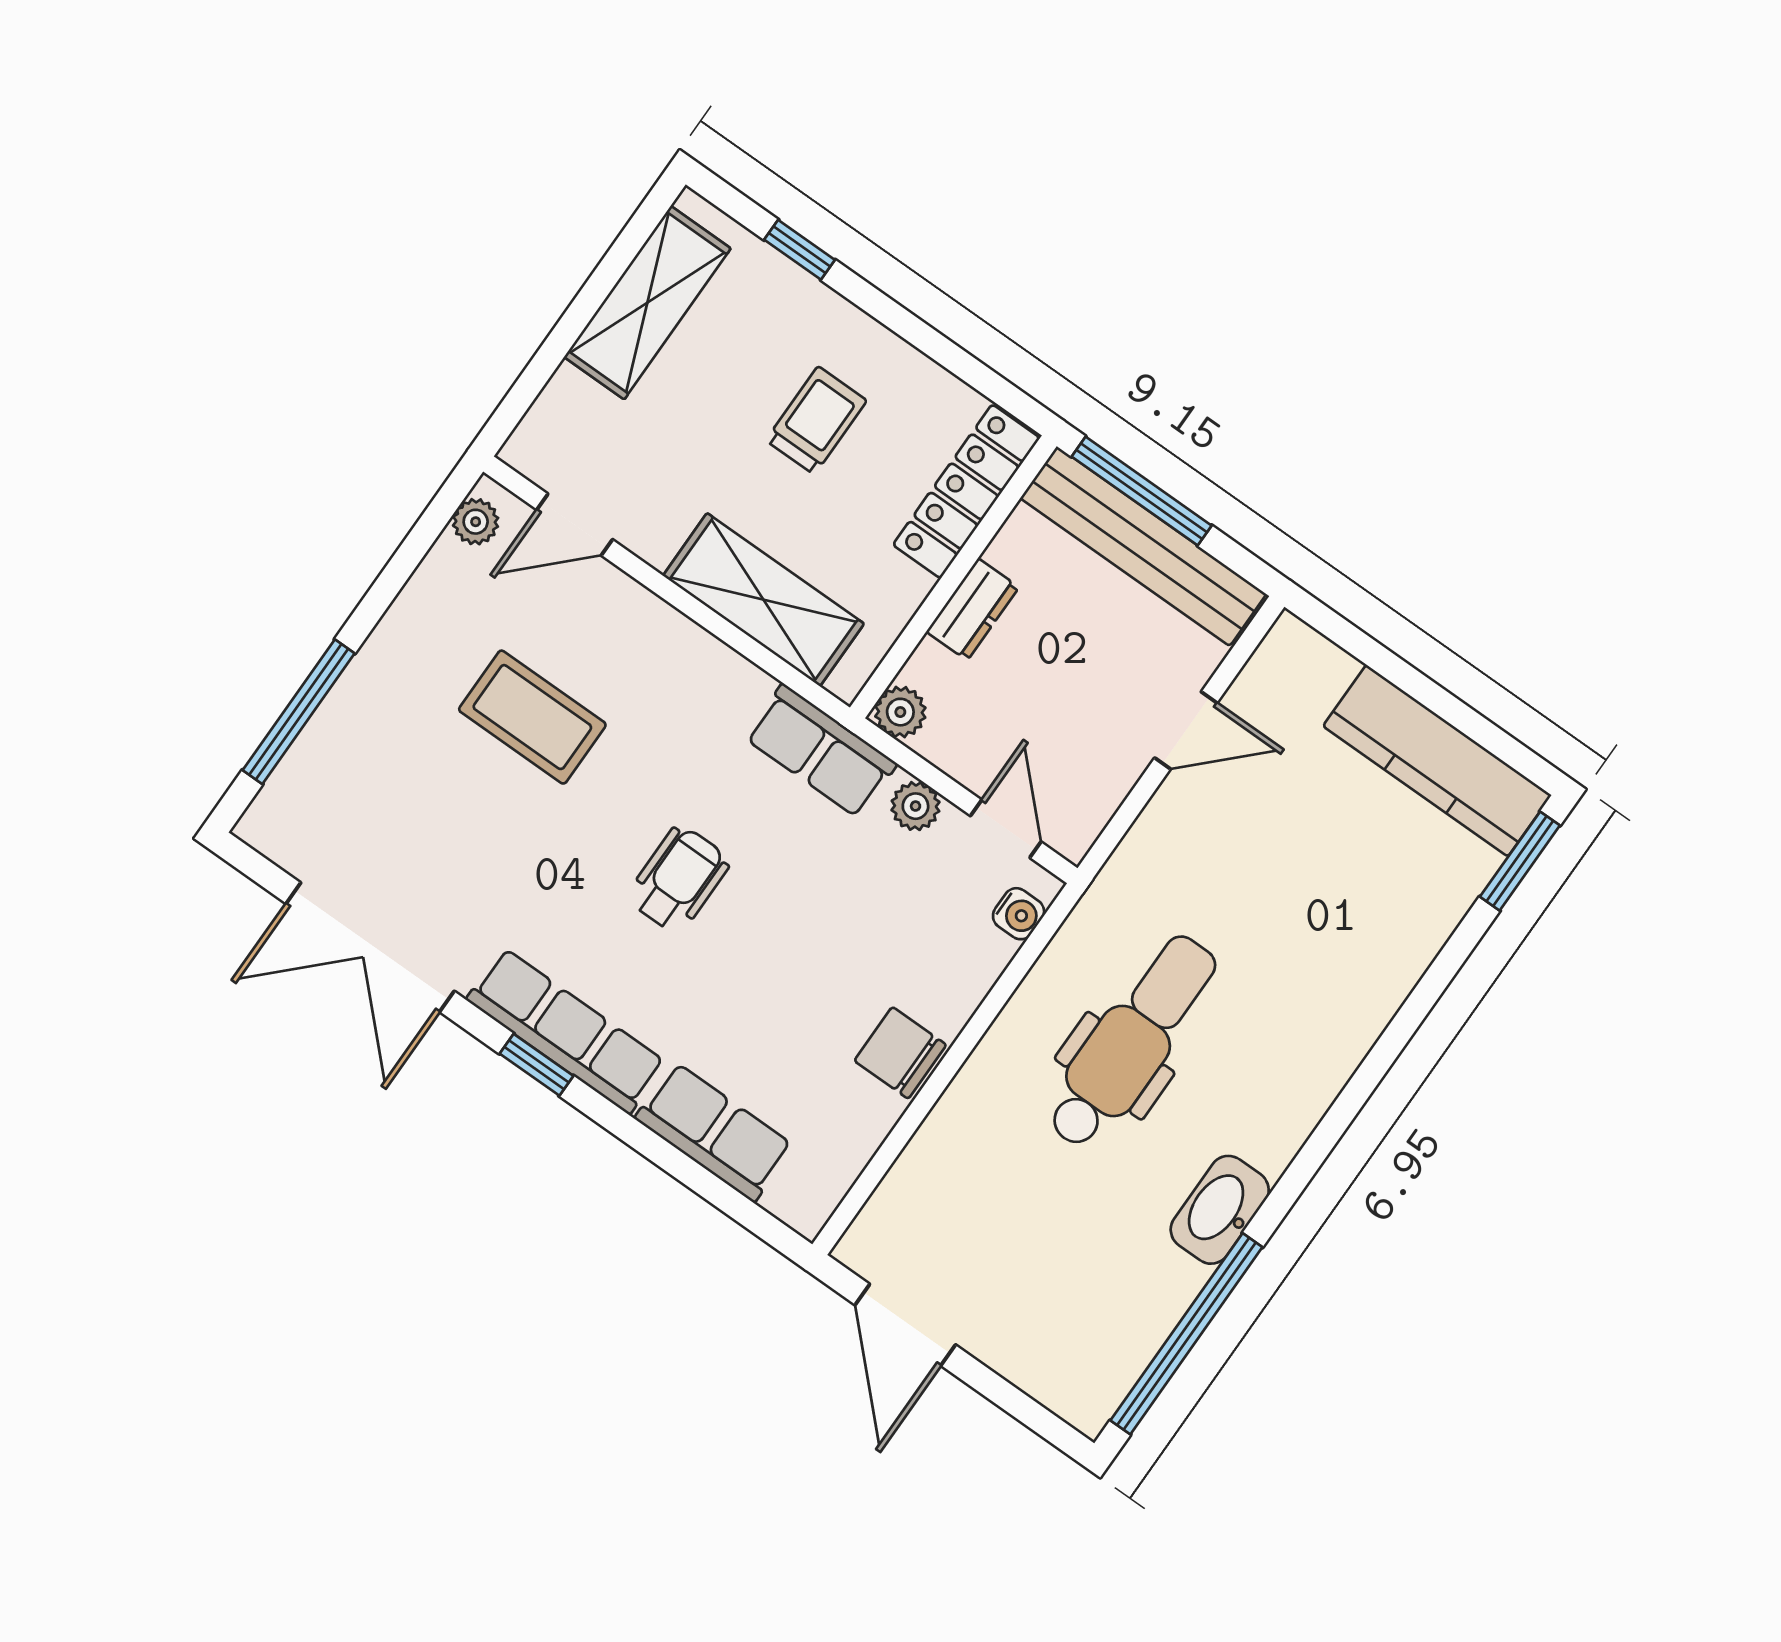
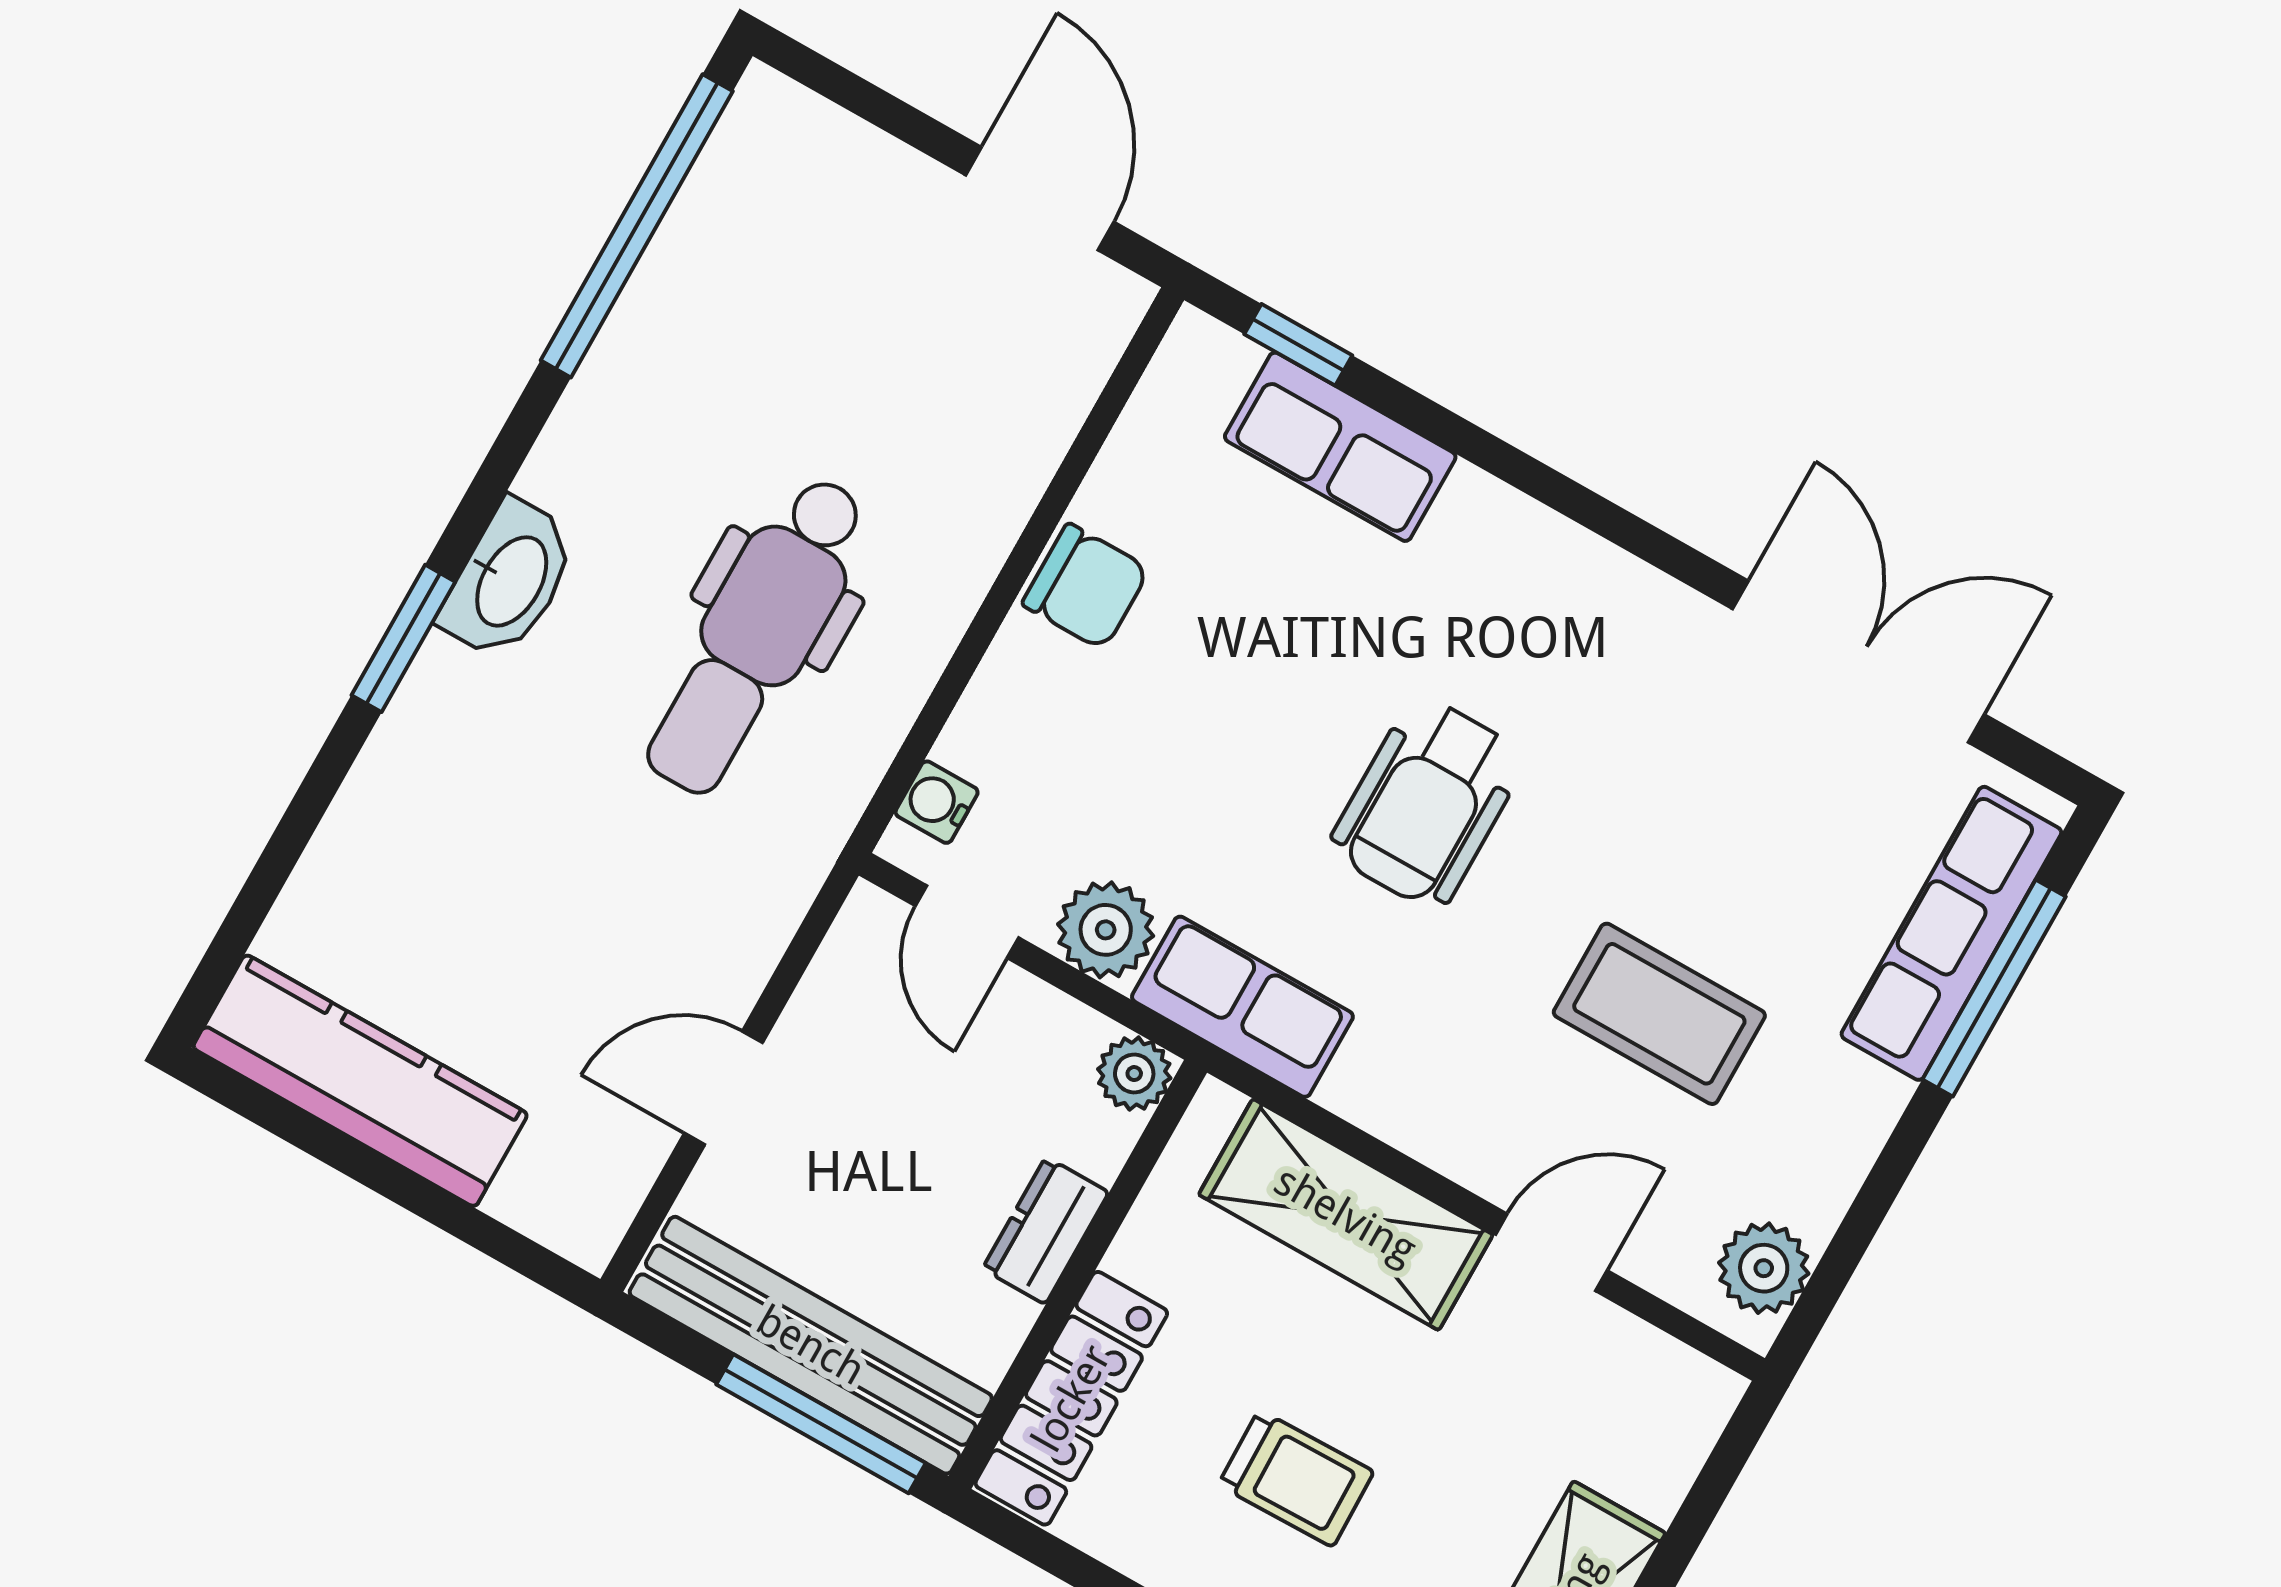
trolley: (816, 420) -> (1296, 1478), turned -91
plant: (476, 522) -> (1764, 1268), width x1.38, depth x1.38
door: (575, 525) -> (1551, 1252), moved
plant: (915, 806) -> (1106, 930), width x1.38, depth x1.38
window: (1520, 861) -> (403, 638), moved
wheelchair: (679, 879) -> (1427, 803), width x1.36, depth x1.37
row of seats: (566, 1031) -> (1951, 933), moved, turned 90
window: (537, 1065) -> (1298, 345), moved
washbasin: (1220, 1210) -> (509, 580), moved

